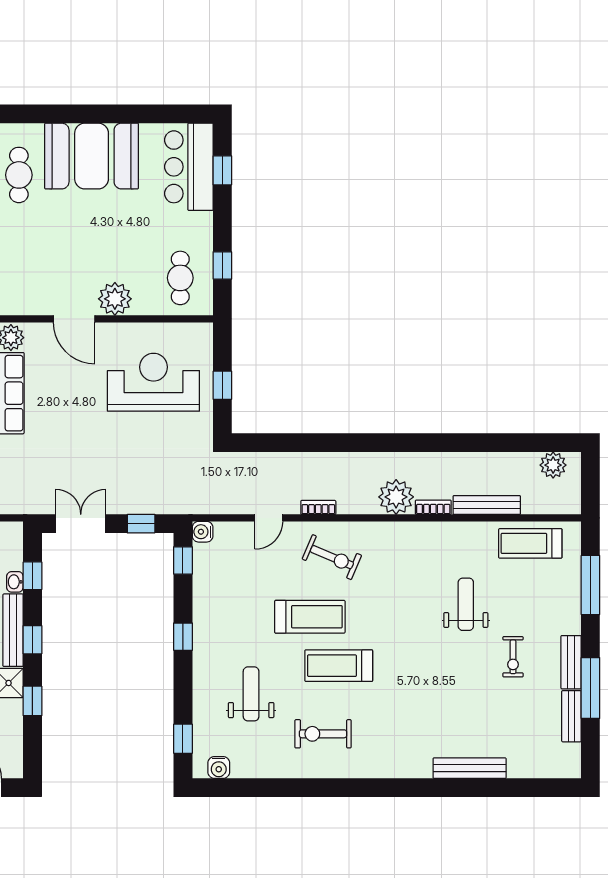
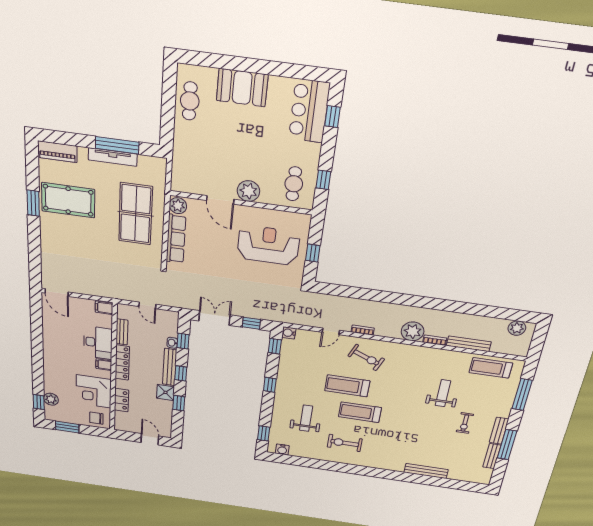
booth: (92, 156) -> (242, 88), width x0.73, depth x0.70
treadmill: (310, 617) -> (347, 386), turned 180

